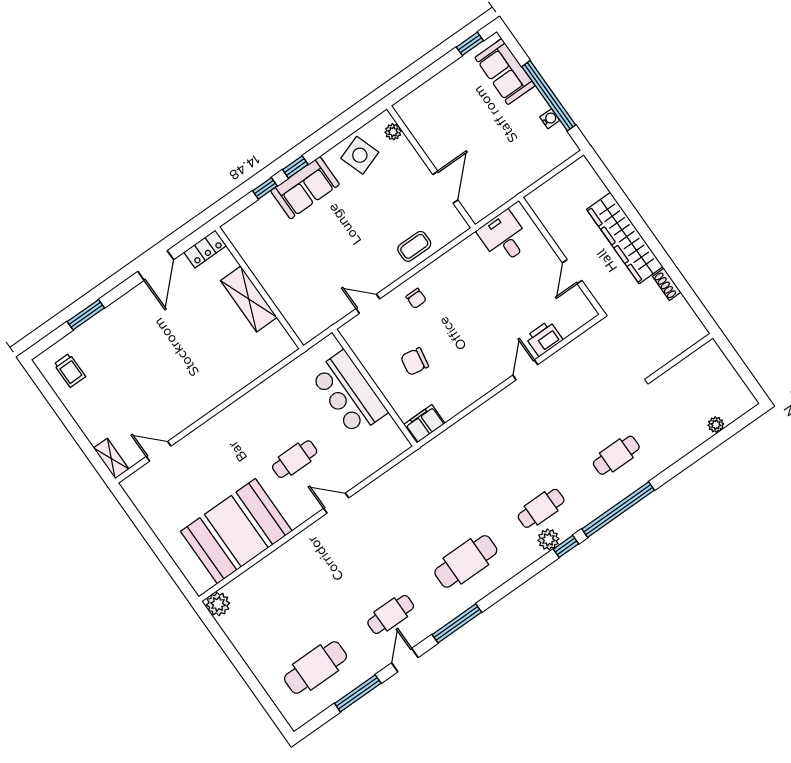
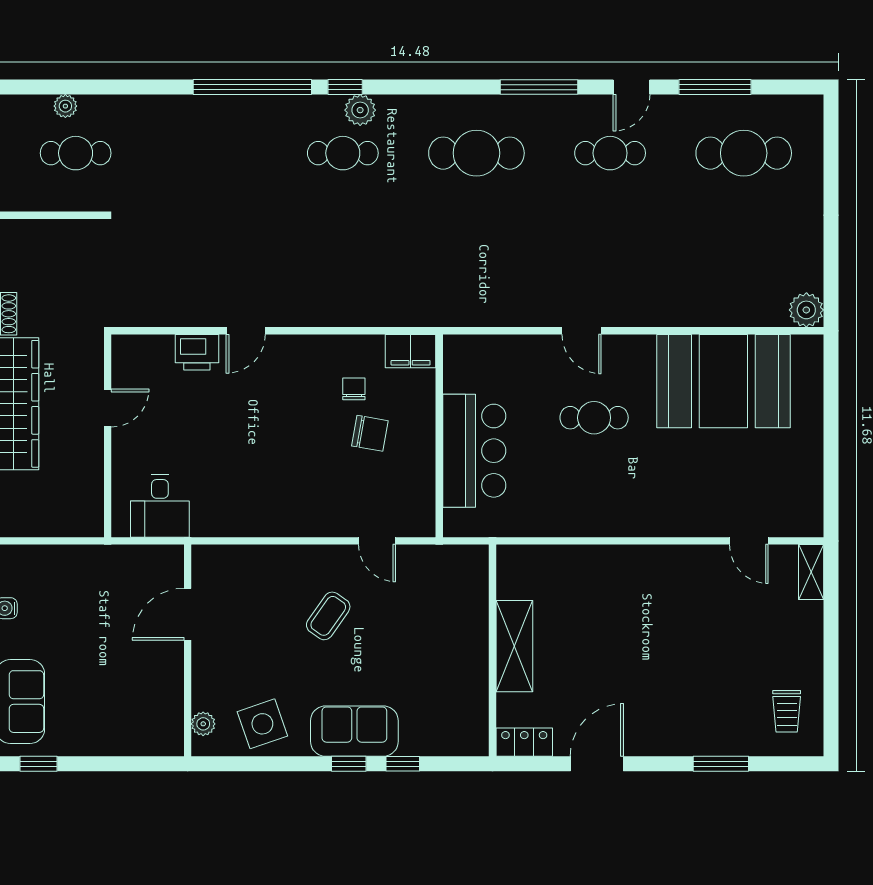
coffee table: (414, 246) -> (328, 616), moved, turned -55
chair: (416, 298) -> (354, 389), moved
trolley: (70, 370) -> (787, 711), turned 180
cafe table: (616, 455) -> (76, 153), moved

